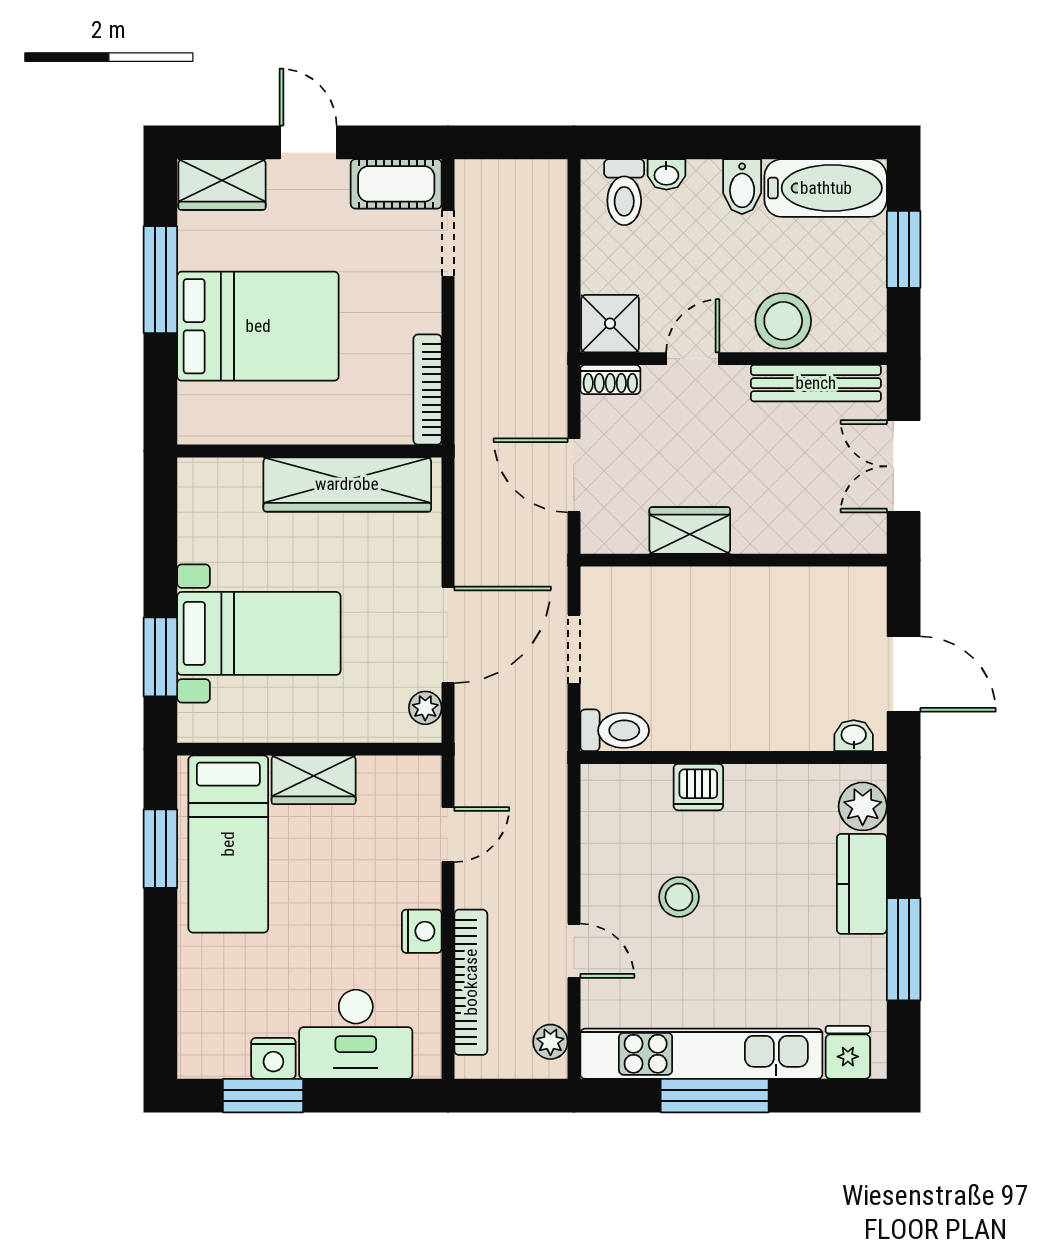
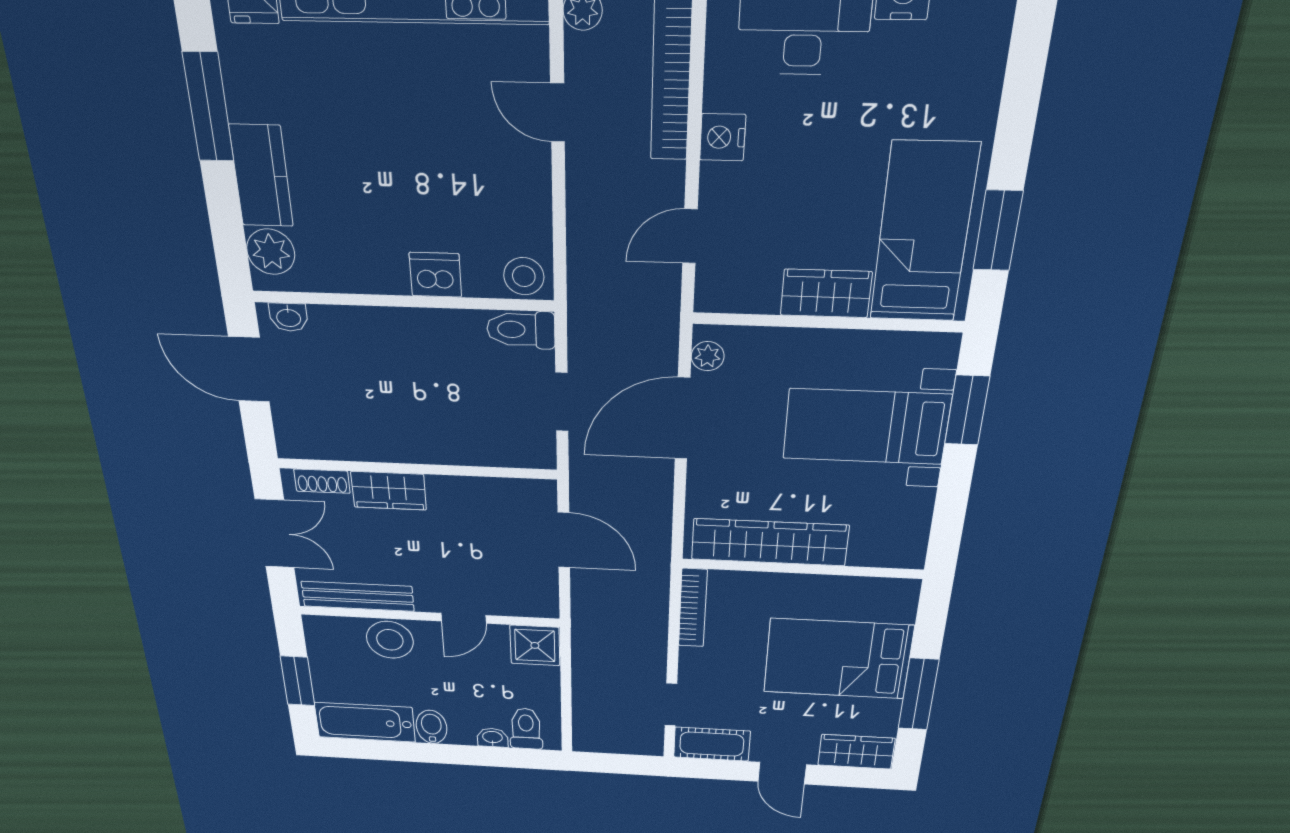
shoe rack: (610, 380) -> (322, 481), moved, turned 180
wardrobe: (690, 530) -> (389, 491), moved
stool: (679, 897) -> (524, 276), moved

